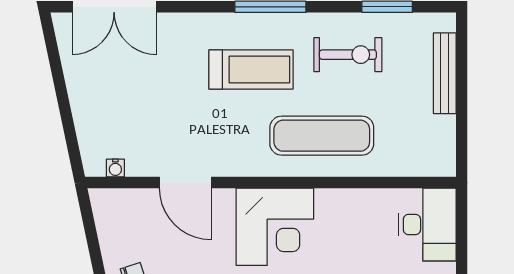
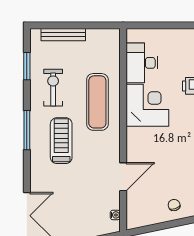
desk: (427, 224) -> (142, 63), moved, turned -90
corner desk: (275, 227) -> (147, 105), moved

